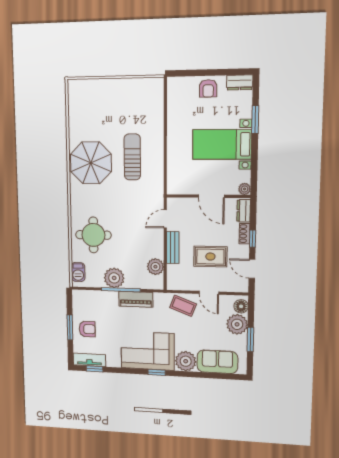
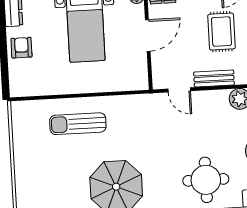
armchair: (208, 88) -> (21, 48), turned -90
sun lounger: (132, 157) -> (78, 124), moved

